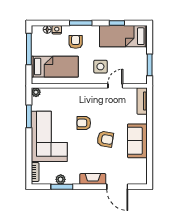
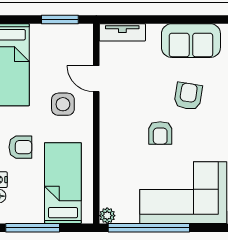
armchair: (76, 42) -> (20, 147), turned 180
window: (29, 116) -> (149, 228), width x2.11

